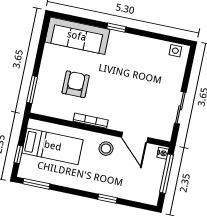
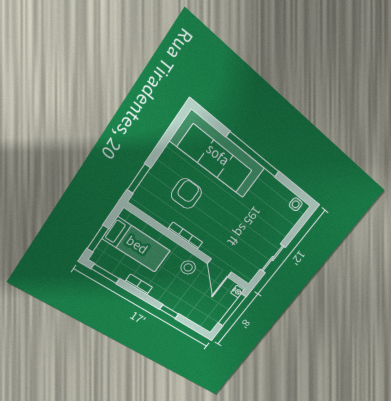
window: (116, 28) -> (253, 155), width x3.17
sofa: (77, 36) -> (218, 155), width x1.36, depth x1.27
window: (19, 154) -> (98, 239), width x1.50
bookcase: (69, 183) -> (139, 284), added

